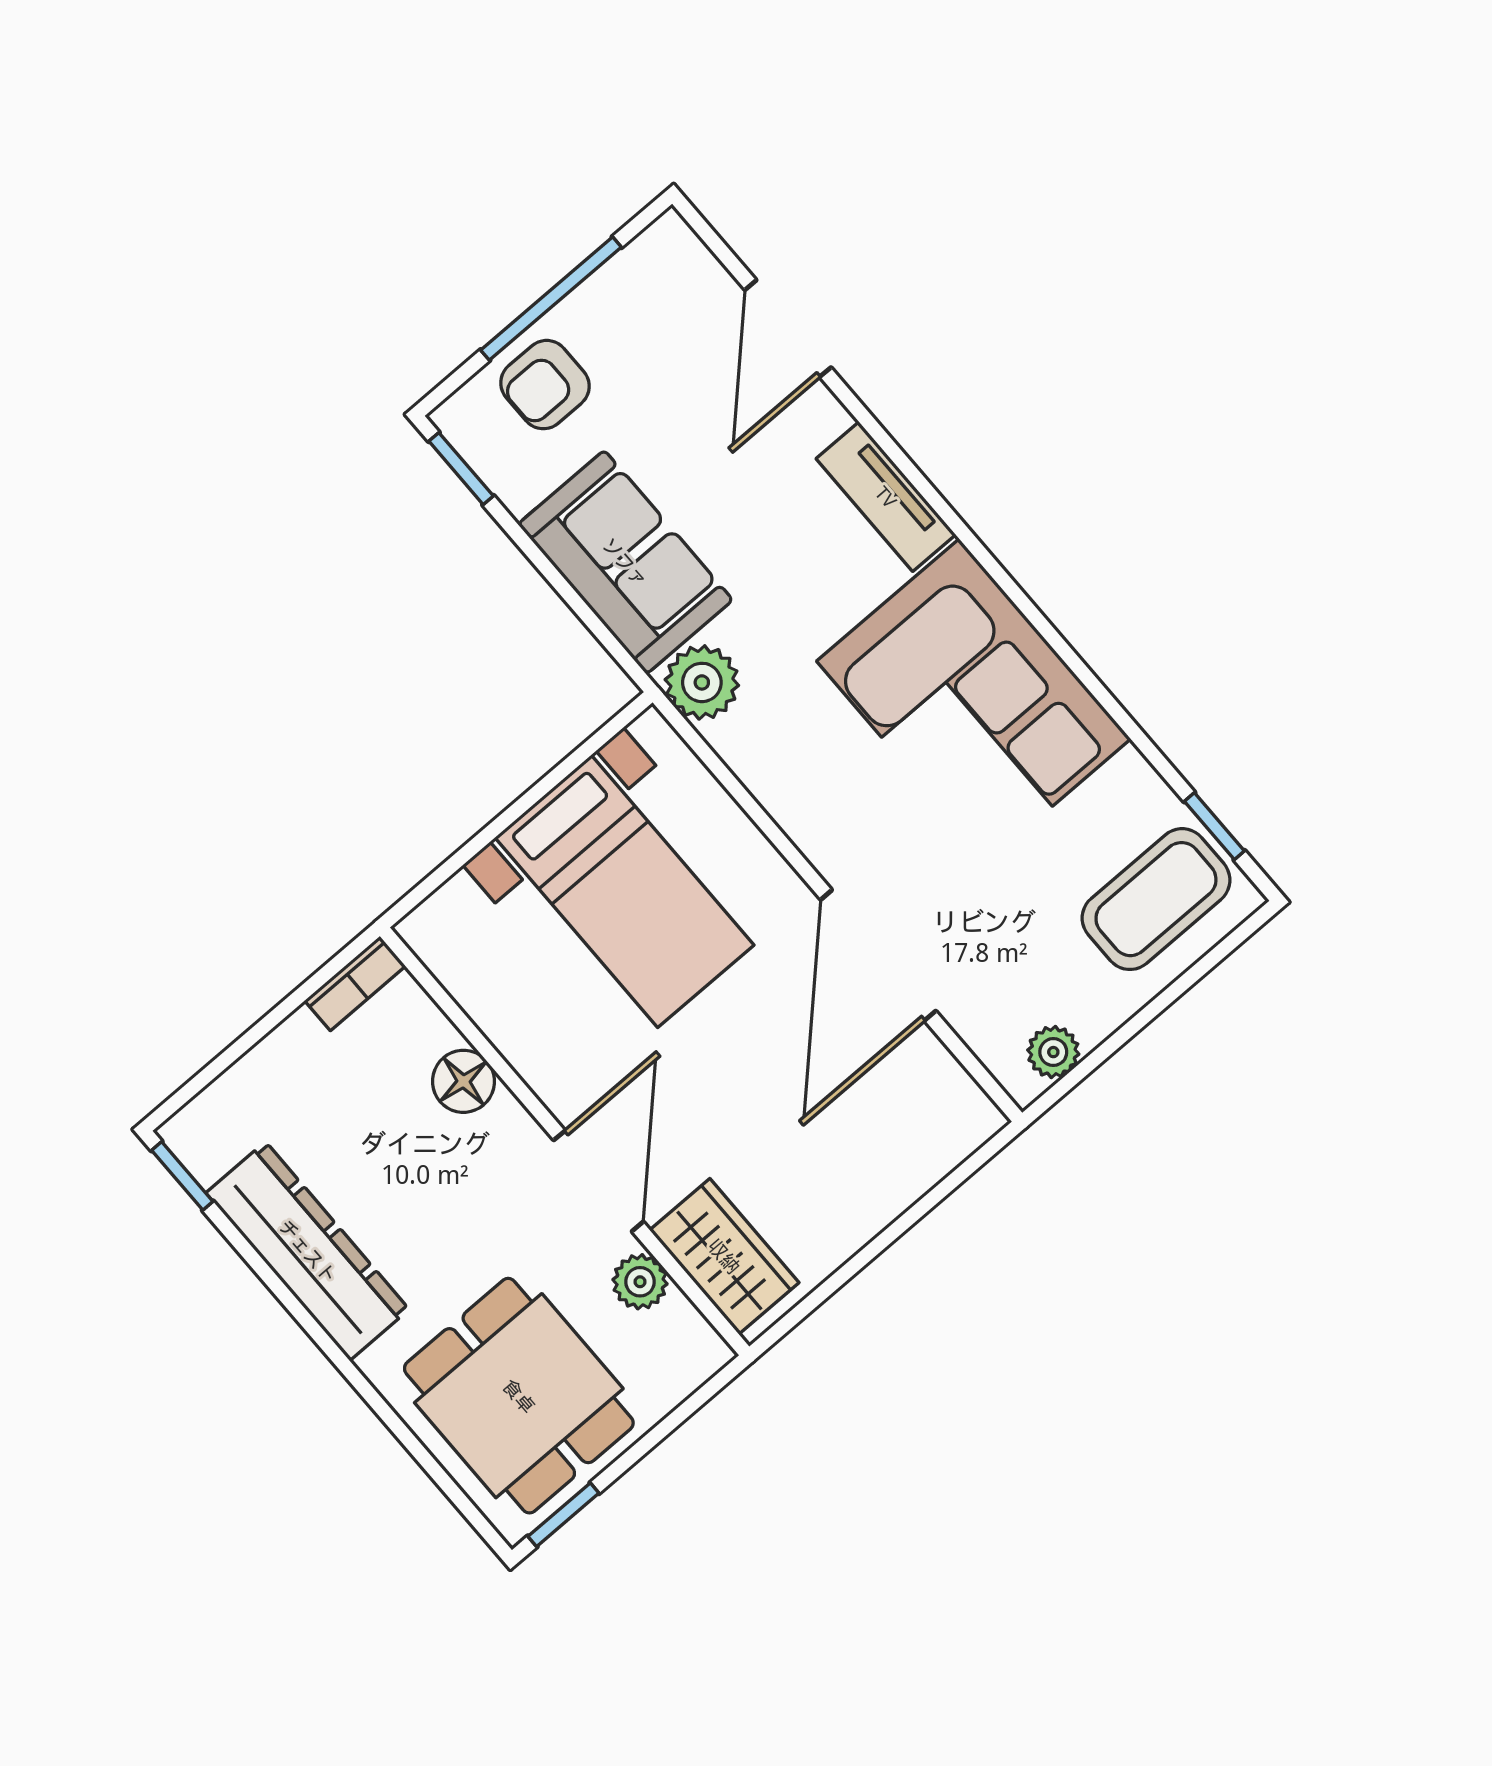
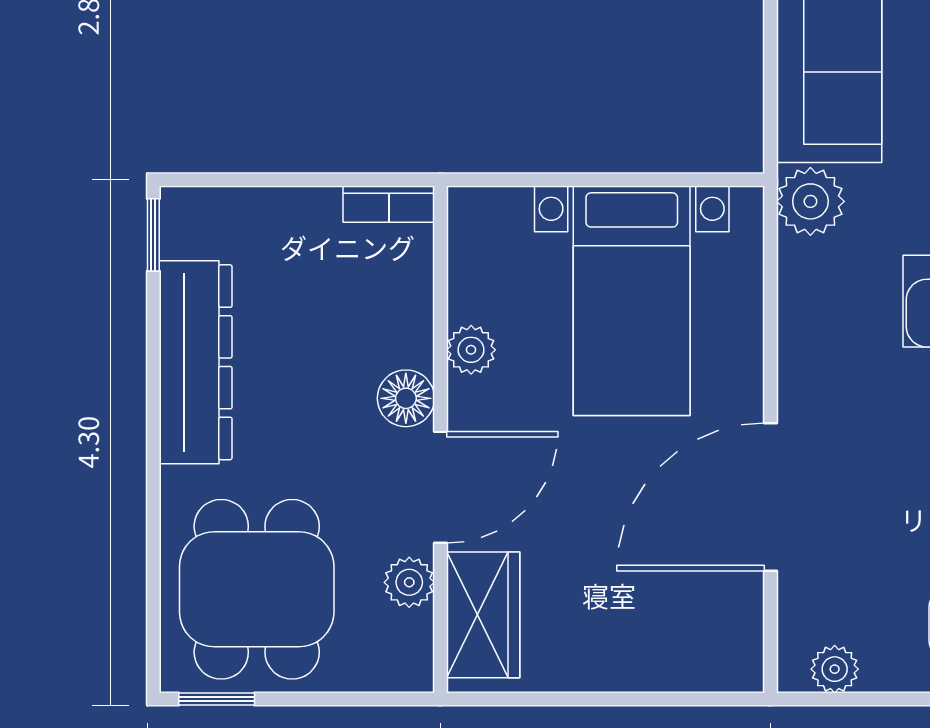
plant: (526, 1046) -> (471, 350), added
floor lamp: (463, 1081) -> (406, 398), moved

